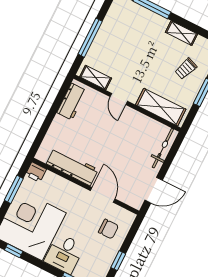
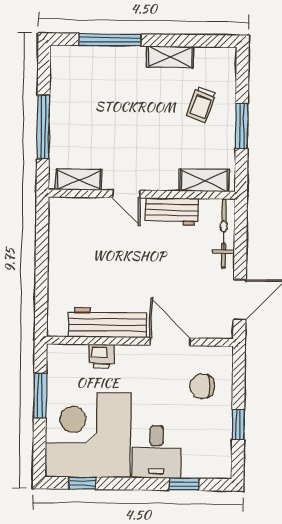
workbench: (72, 102) -> (172, 212), moved, turned 90
shelving: (161, 107) -> (204, 180), width x0.67, depth x0.75
printer: (36, 172) -> (101, 356), moved
chair: (108, 229) -> (202, 386), turned 180

